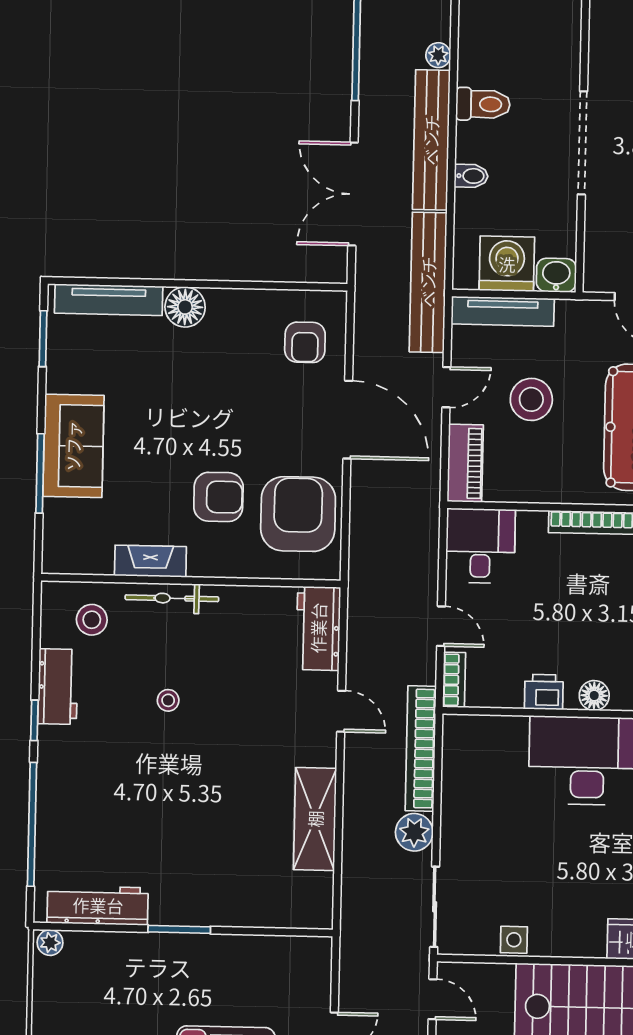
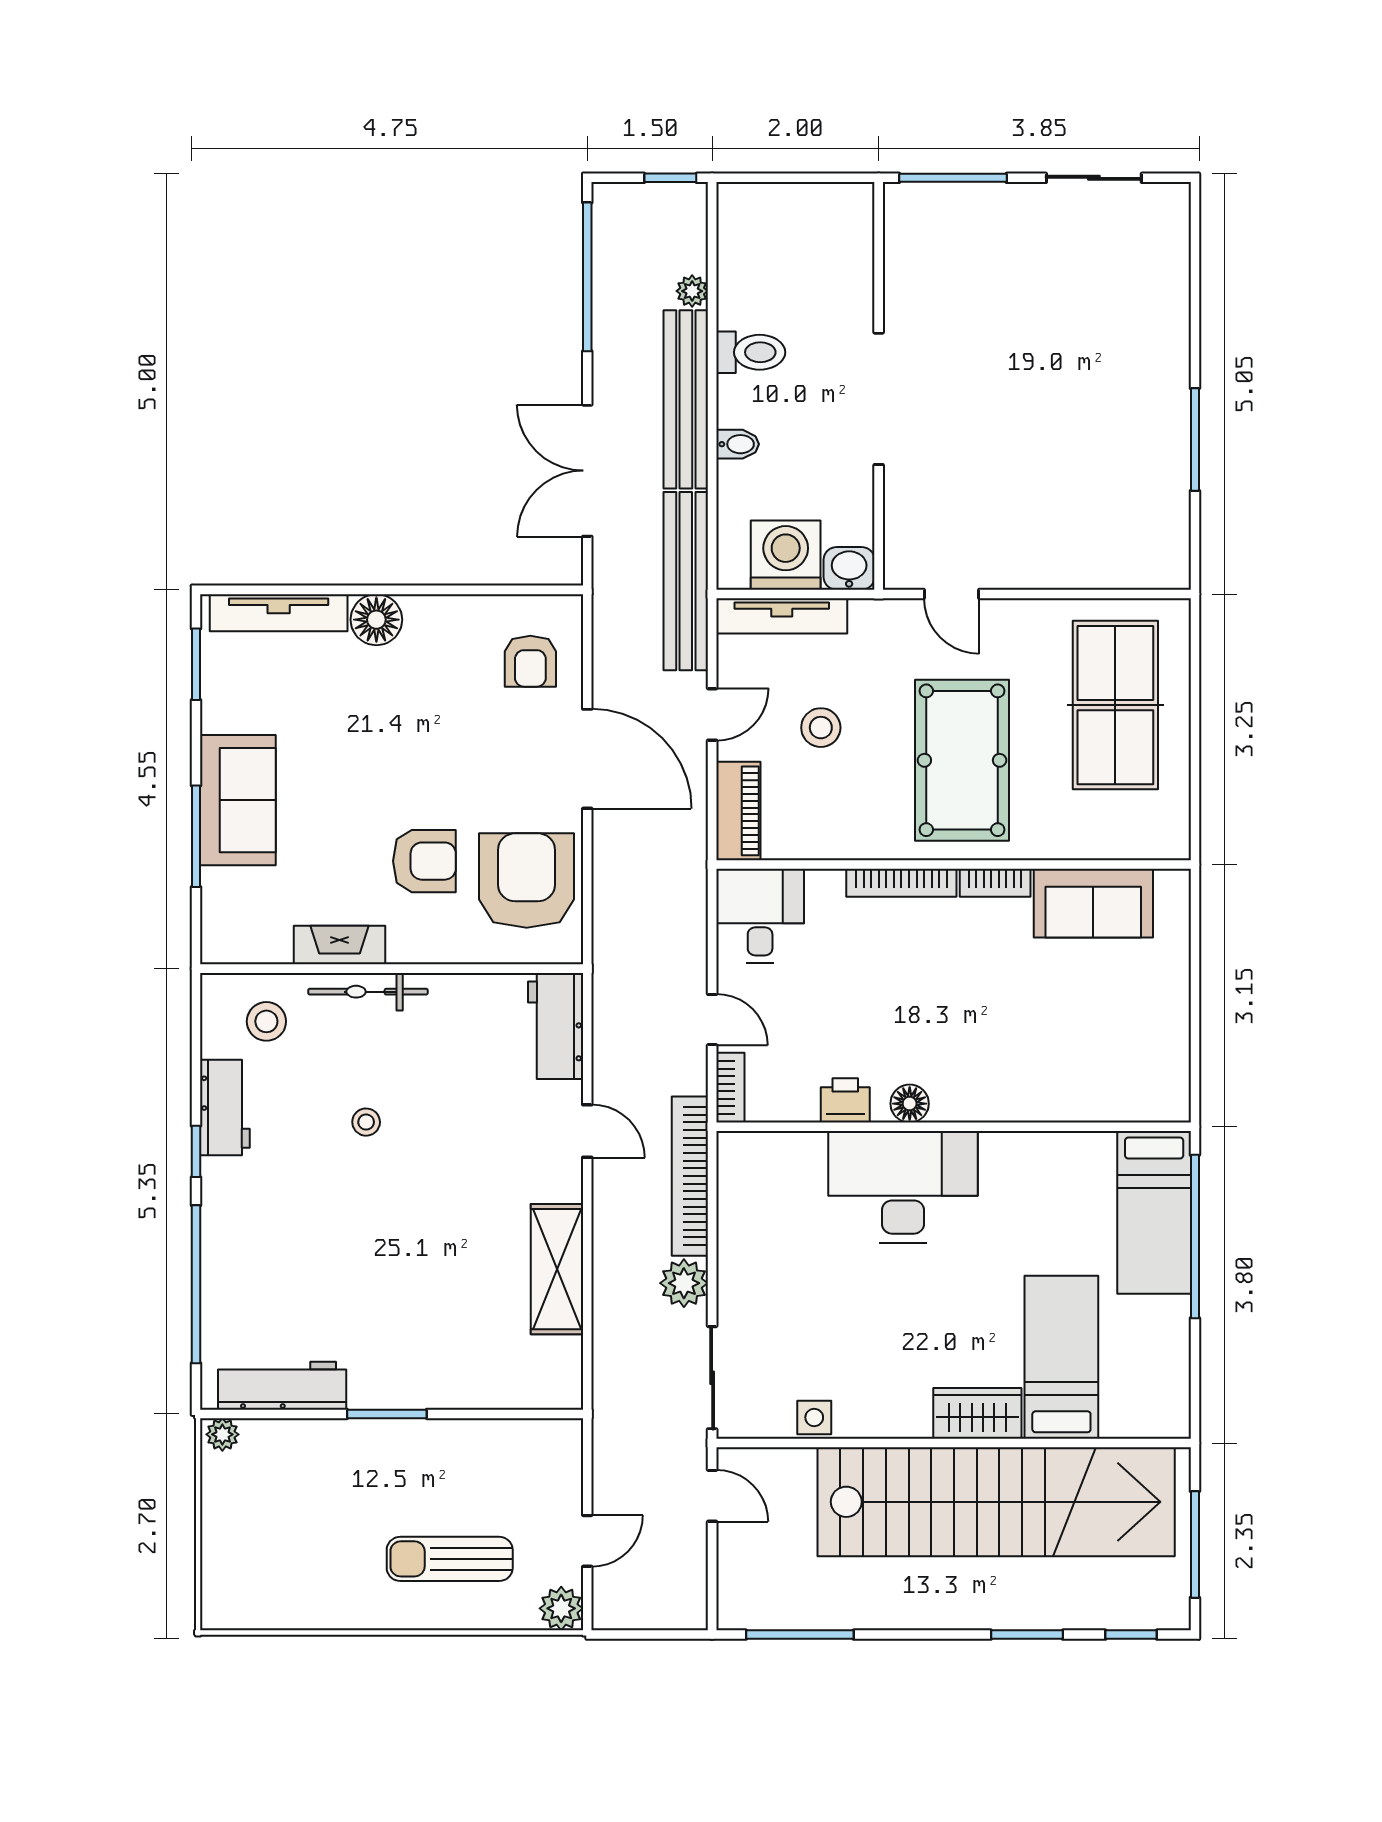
stool: (531, 399) -> (821, 728), width x0.73, depth x0.73

